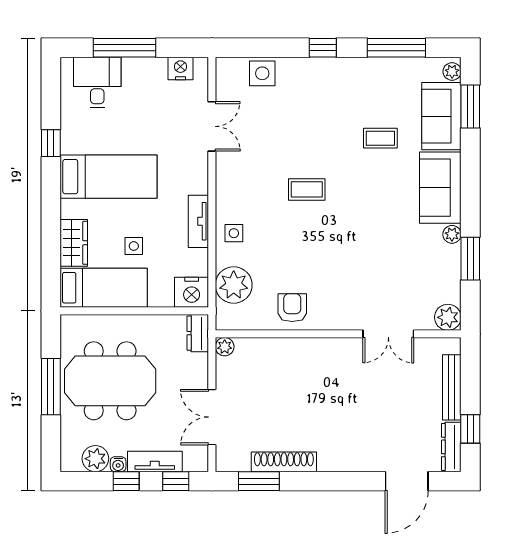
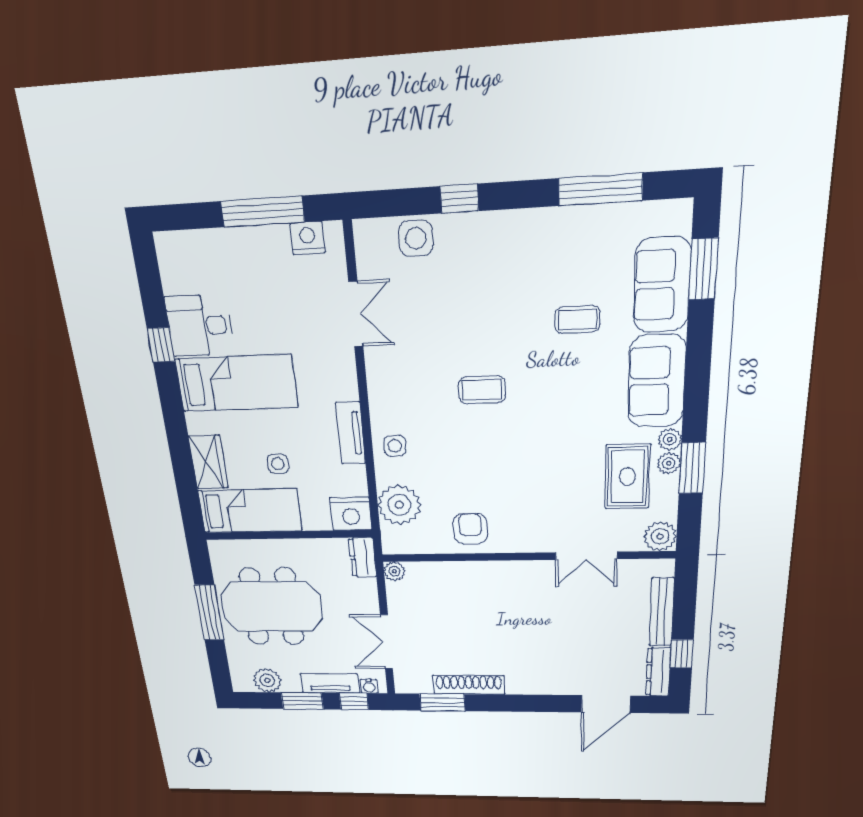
window: (125, 48) -> (263, 212), moved
window: (323, 48) -> (459, 199), moved
plant: (452, 71) -> (669, 463), moved
desk: (97, 83) -> (200, 326), moved, turned -90
rug: (420, 265) -> (627, 477), added
water cooler: (118, 464) -> (369, 686), moved
window: (126, 481) -> (302, 701), width x1.50

